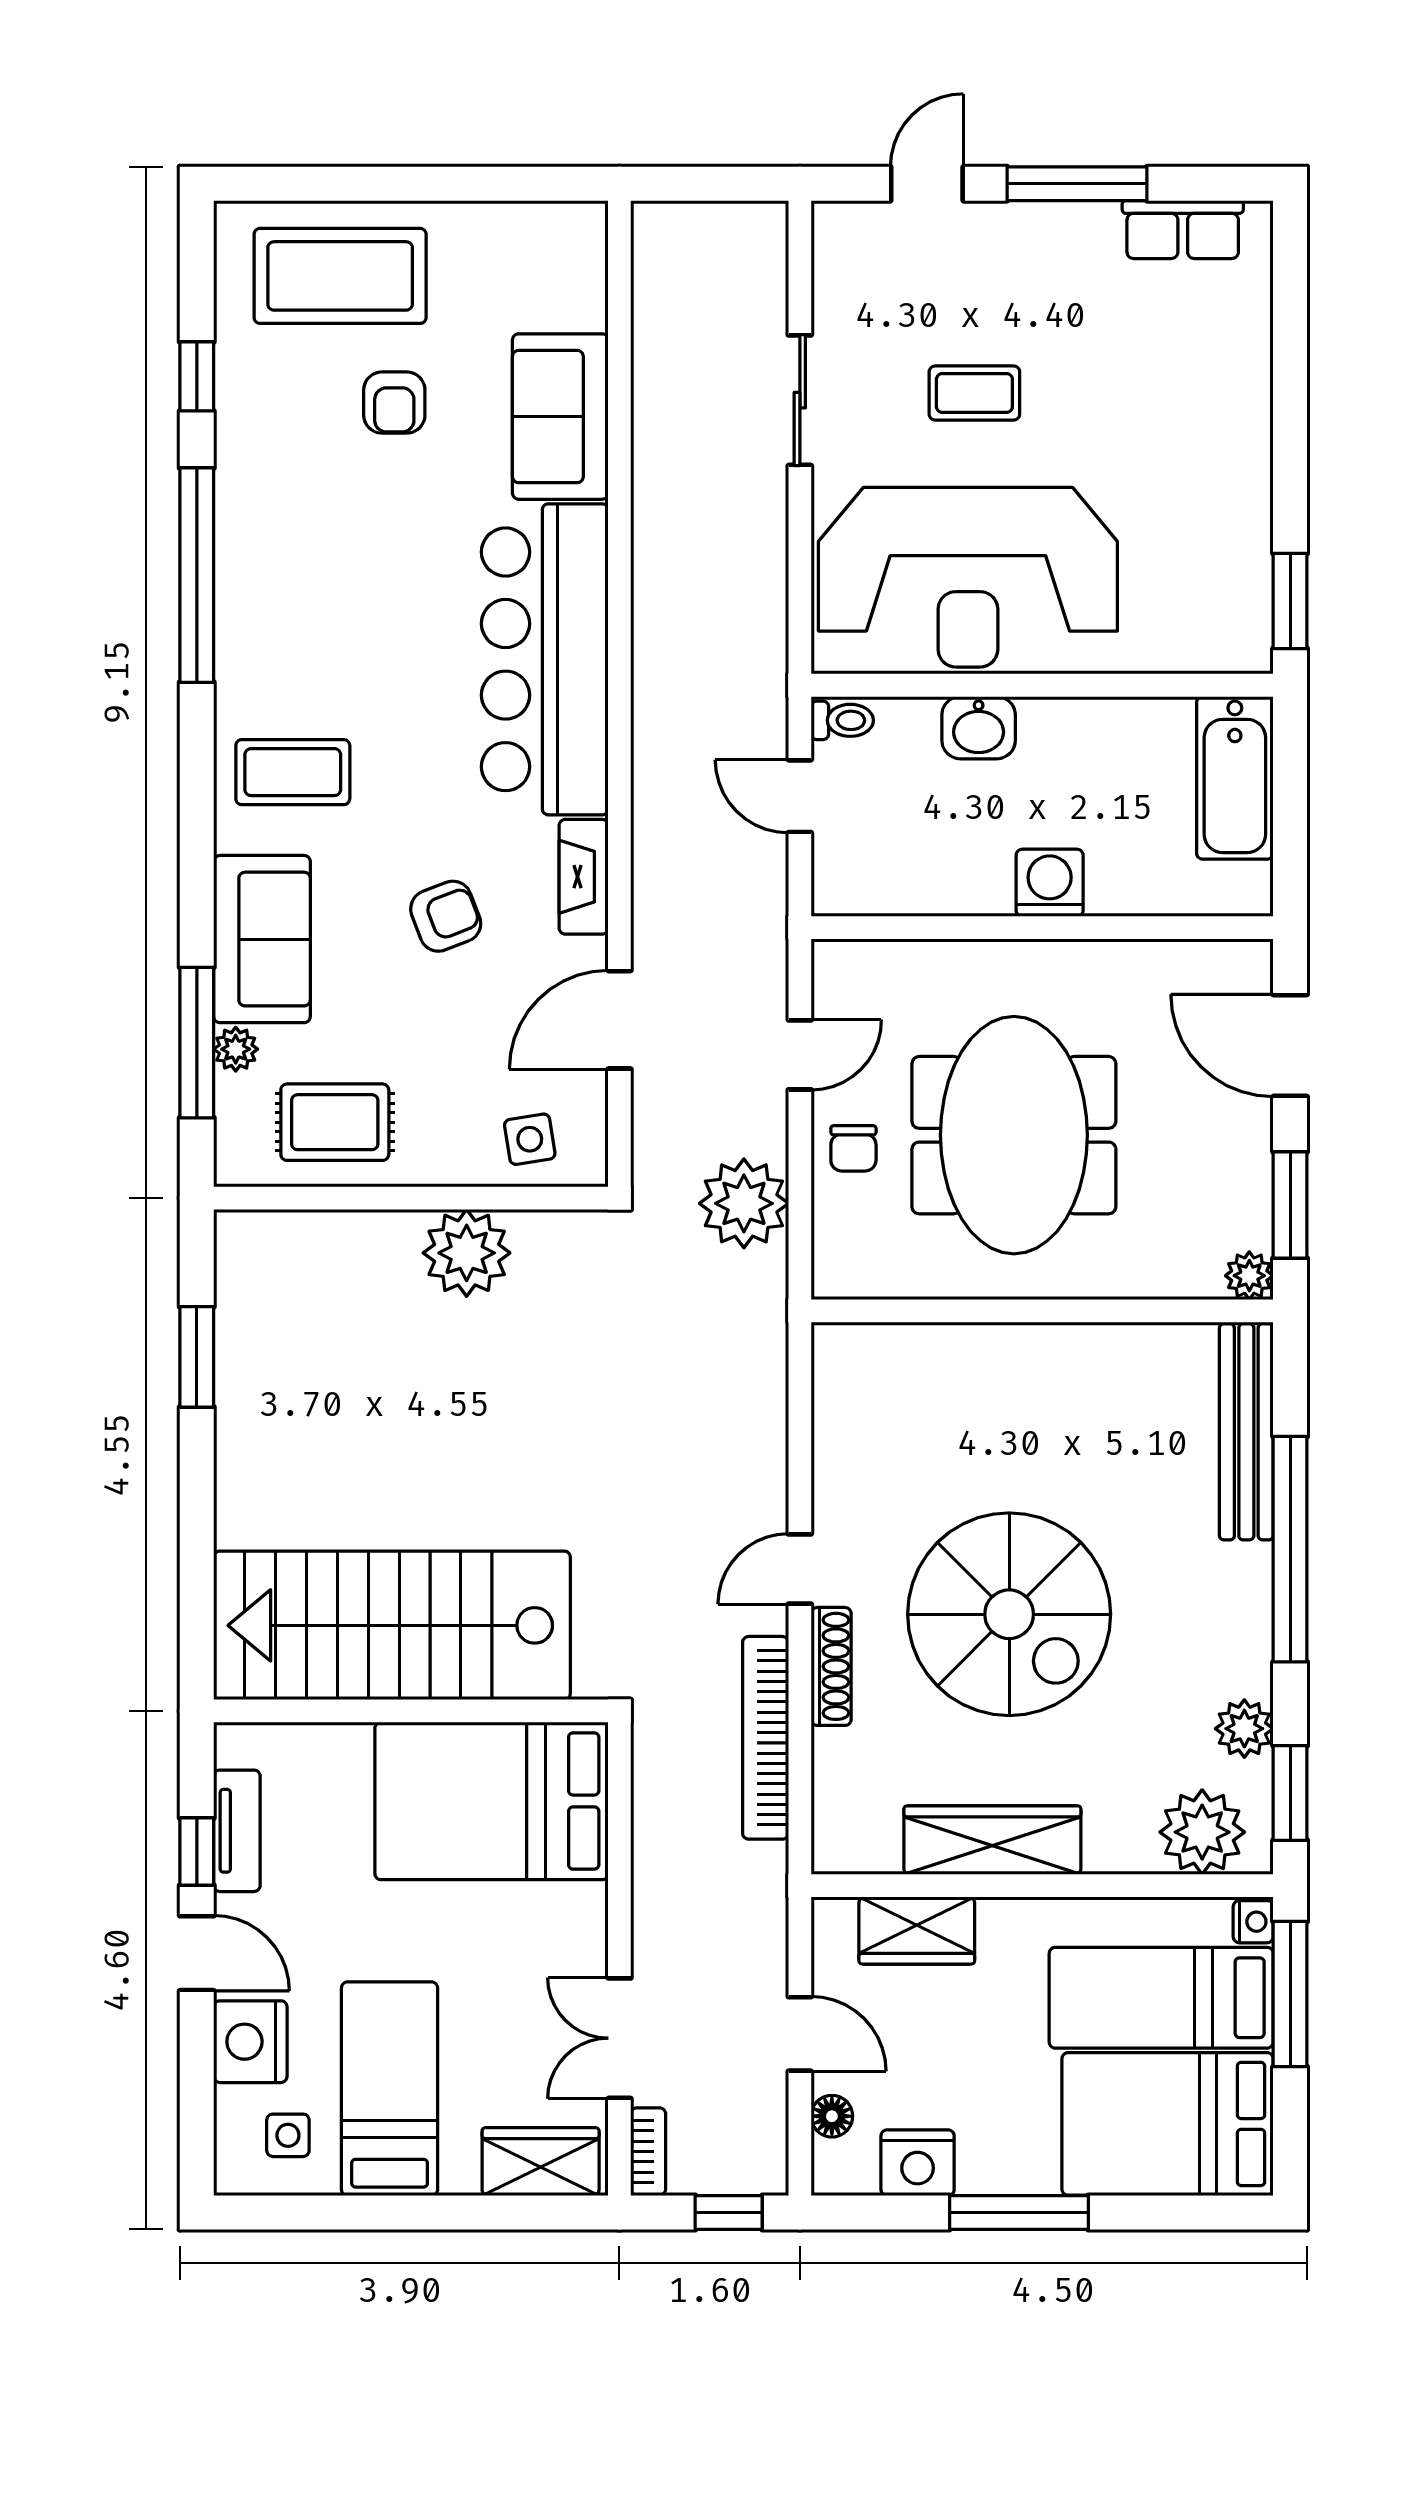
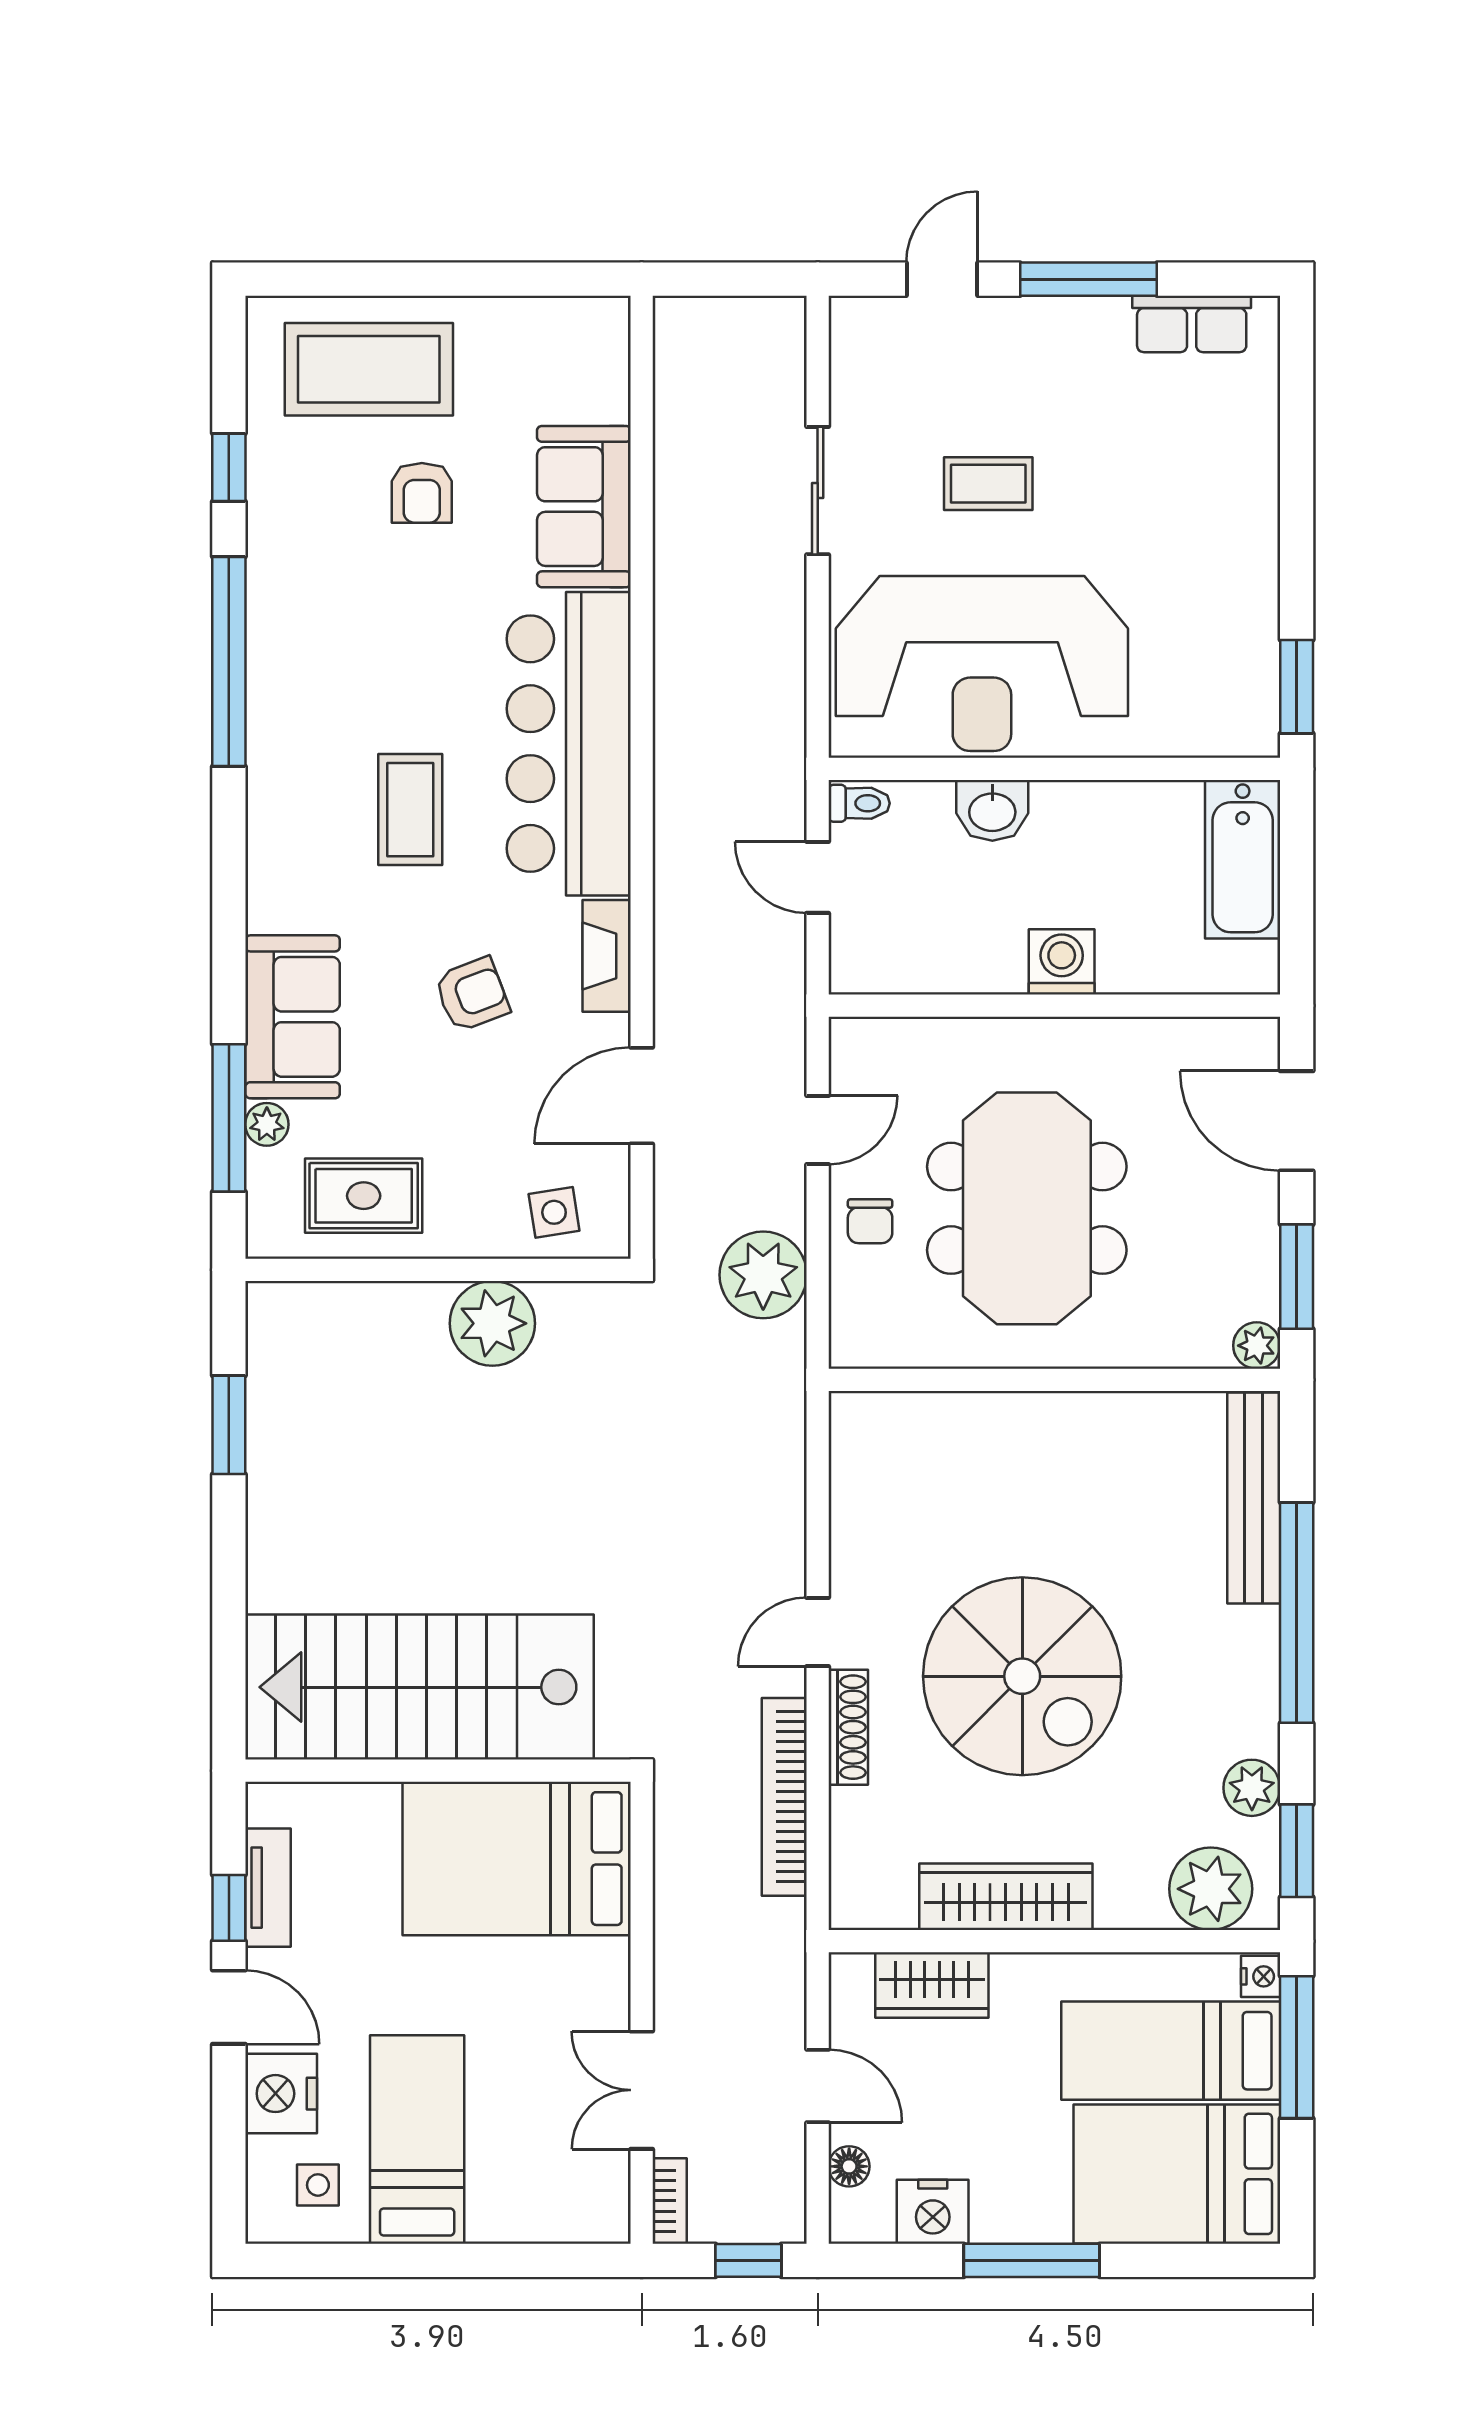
coffee table: (293, 772) -> (410, 810), moved, turned 90
wardrobe: (541, 2162) -> (565, 2211), removed

